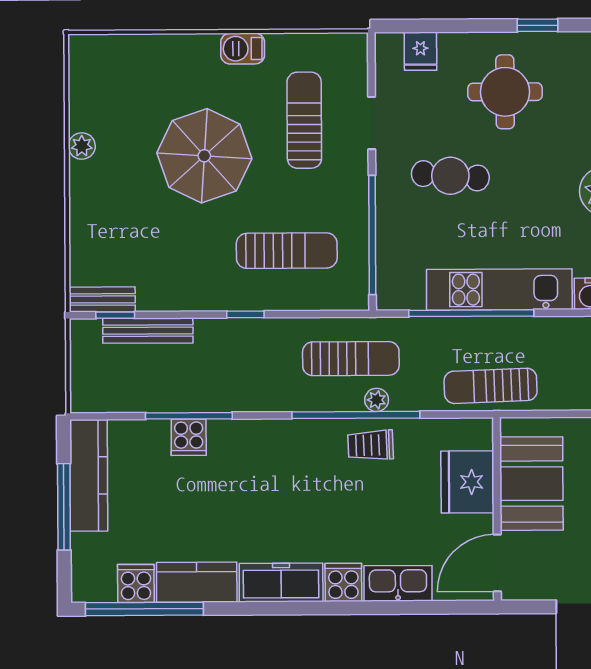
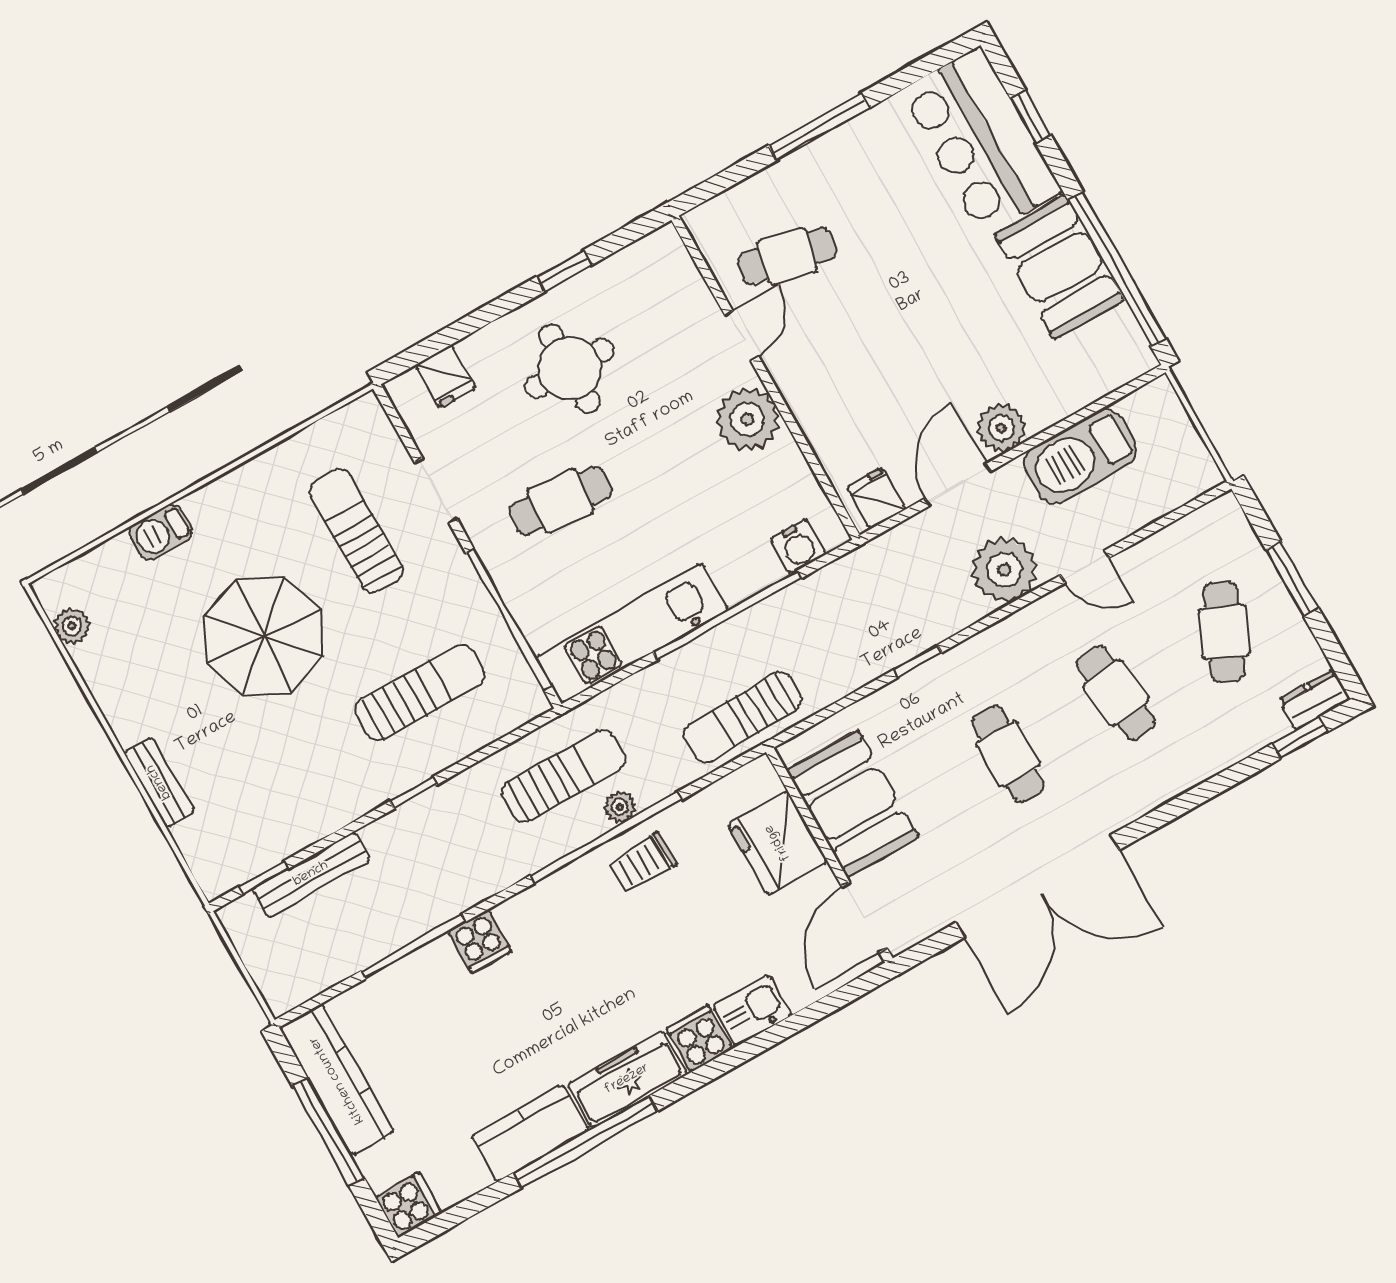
barbecue: (243, 49) -> (161, 532), moved
plant: (82, 146) -> (72, 626), moved
kitchen unit: (499, 289) -> (632, 633), moved
bench: (102, 299) -> (159, 782), moved, turned 90
window: (471, 313) -> (727, 615), moved
cooker: (189, 437) -> (480, 942), moved
cooker: (136, 583) -> (408, 1205), moved, turned 90
kitchen sink: (398, 583) -> (752, 1011), width x0.73
window: (144, 609) -> (585, 1142), moved

